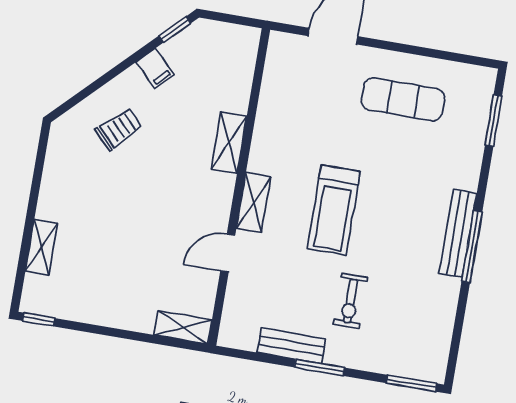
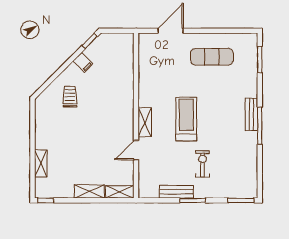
trolley: (119, 129) -> (70, 97), turned -46
shelving: (229, 143) -> (89, 191), moved, turned 90
treadmill: (334, 210) -> (186, 119), turned 180
bench: (458, 233) -> (251, 114), width x0.73
exercise bike: (350, 301) -> (203, 164), turned 180

